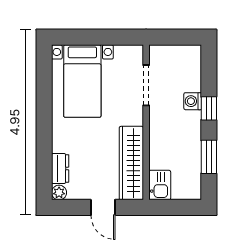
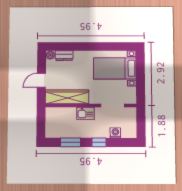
washing machine: (193, 101) -> (115, 133), moved
kitchen sink: (160, 185) -> (86, 113), moved

